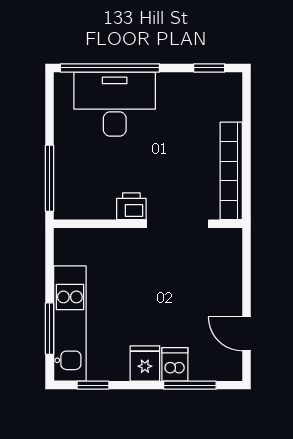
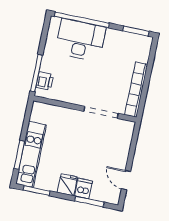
window: (209, 68) -> (136, 31), width x1.50
printer: (131, 206) -> (45, 81), moved, turned 90
window: (93, 385) -> (37, 191), width x1.50

